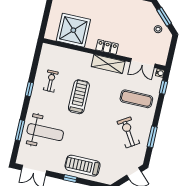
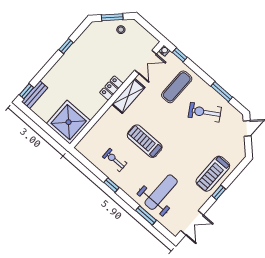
shower: (73, 30) -> (69, 122), moved

